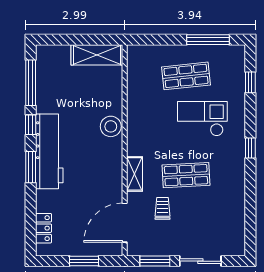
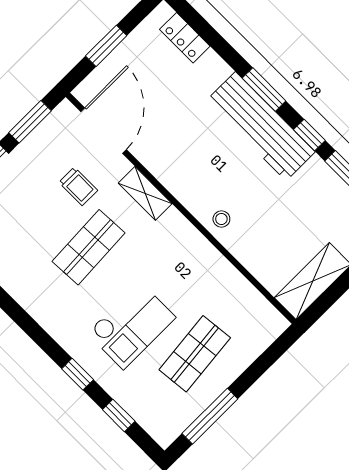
stool: (111, 126) -> (221, 219), width x0.53, depth x0.53
window: (250, 148) -> (78, 374), moved

